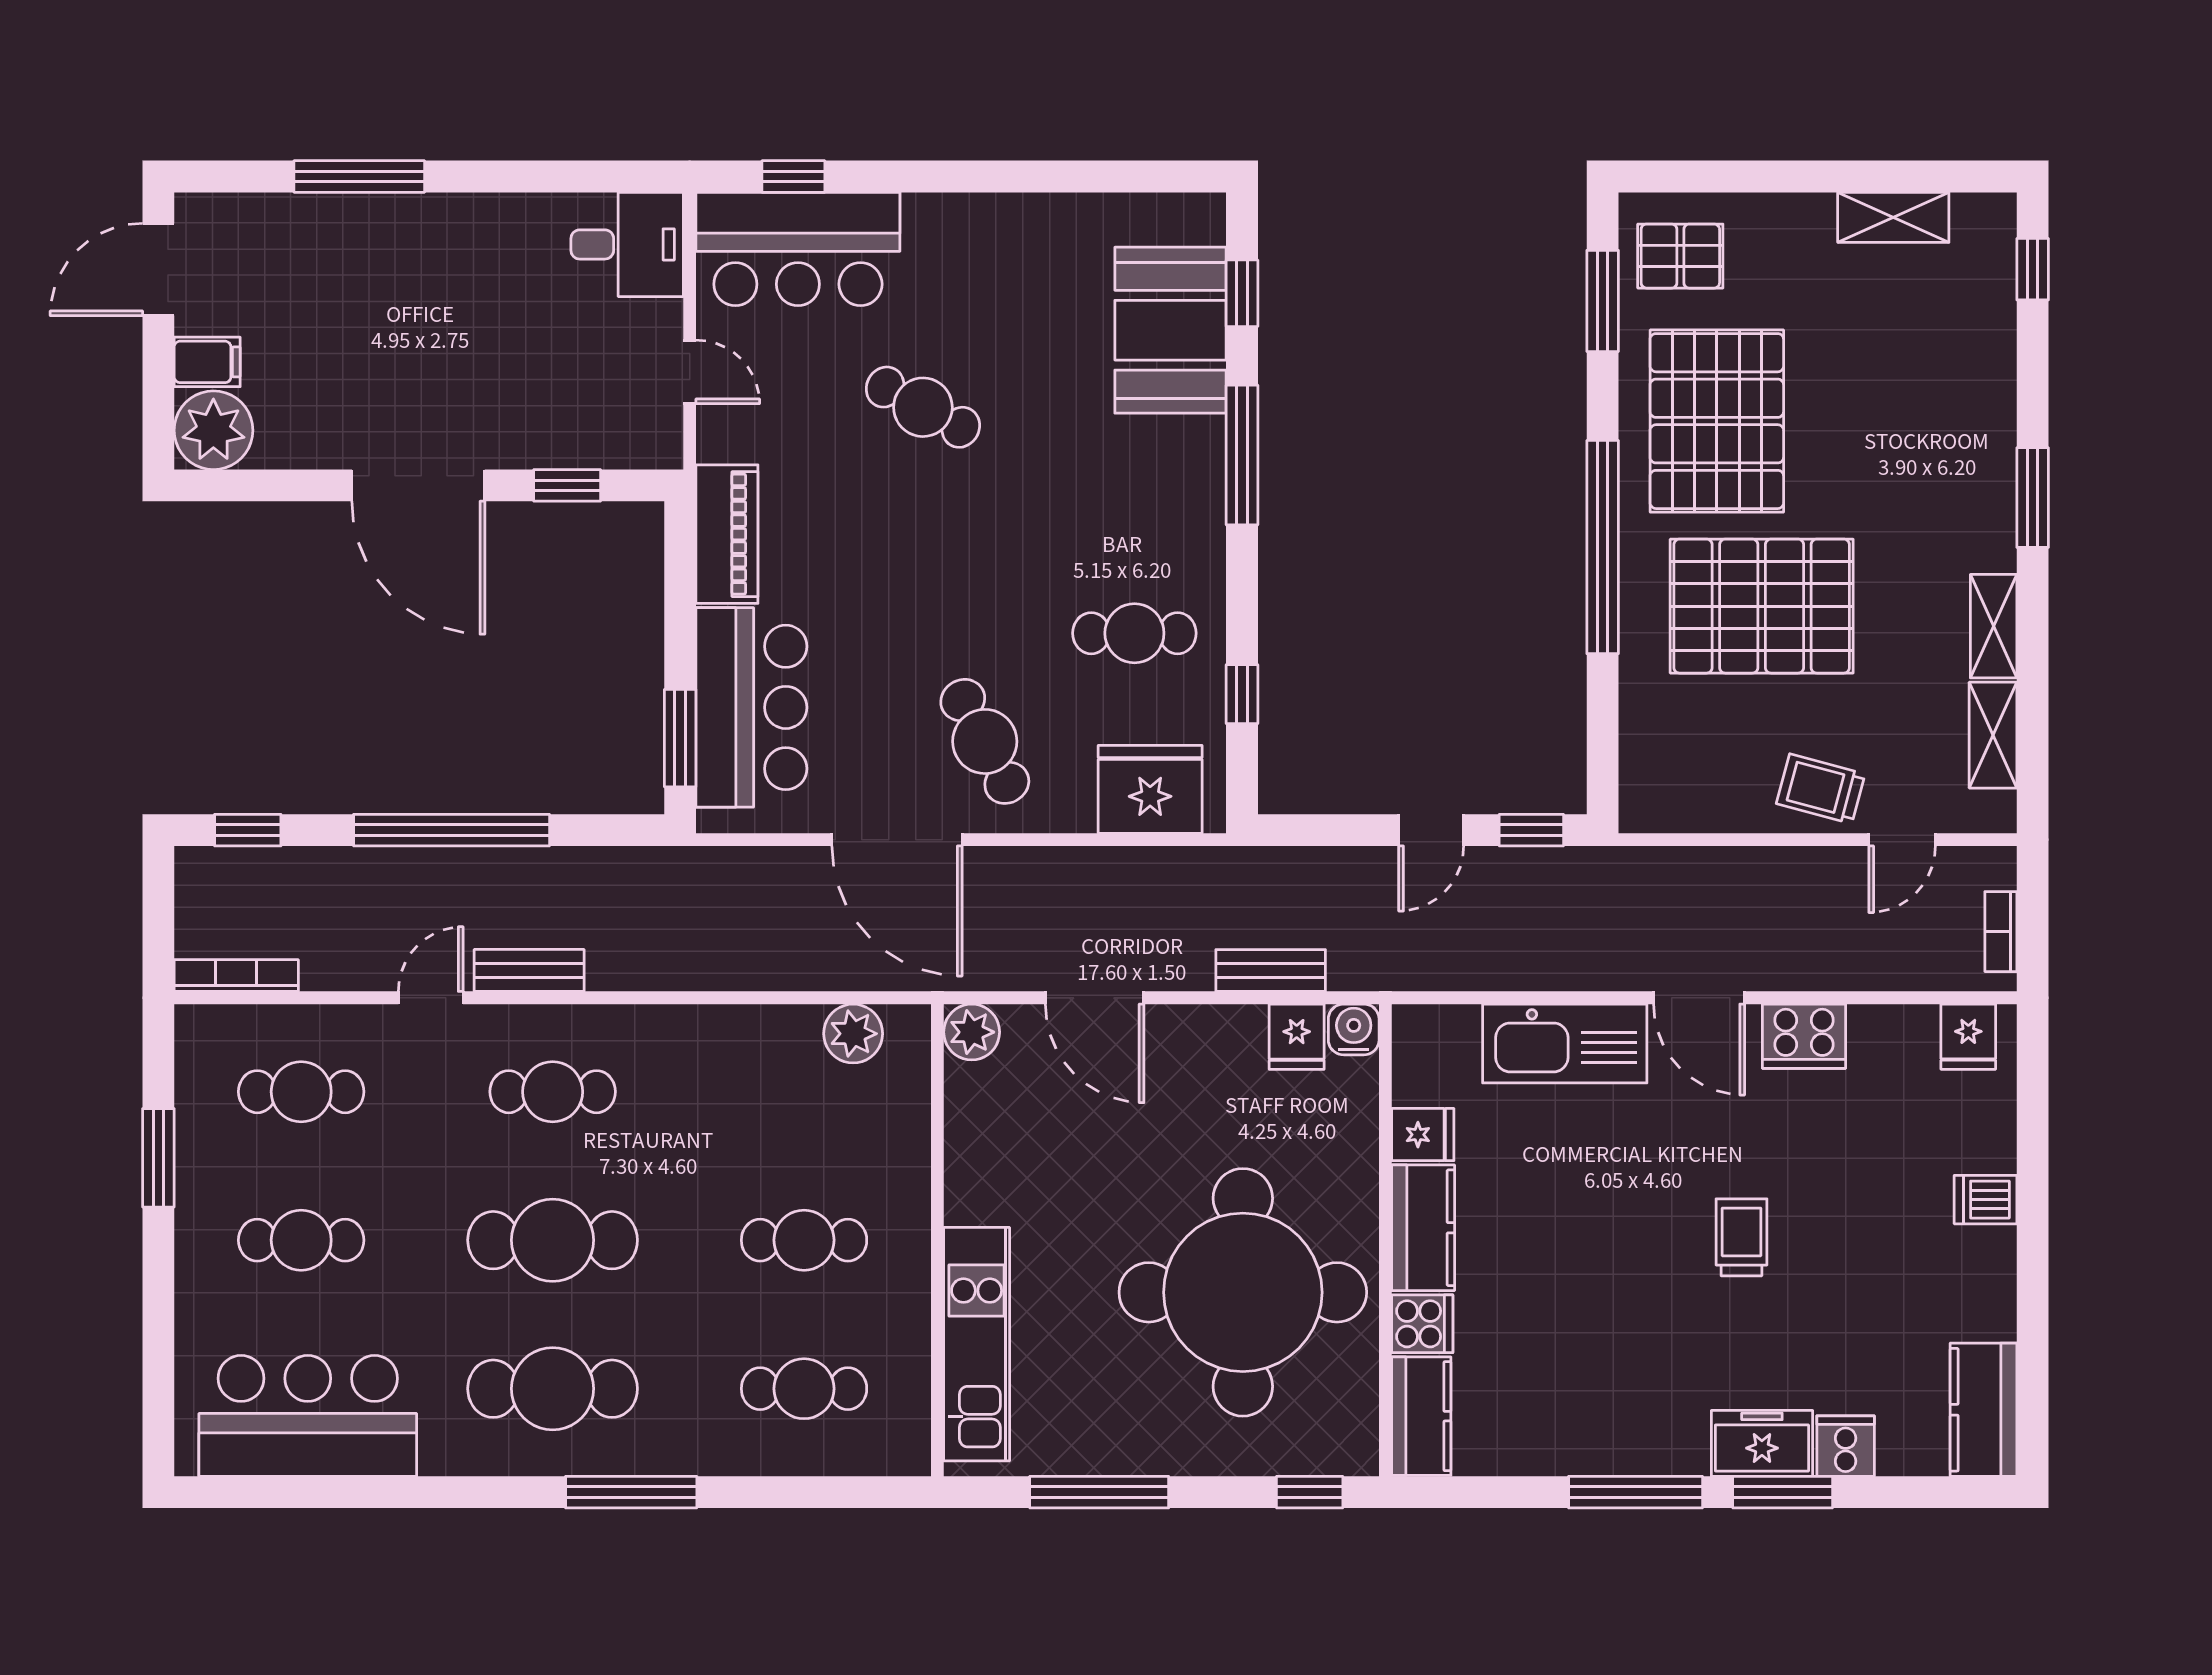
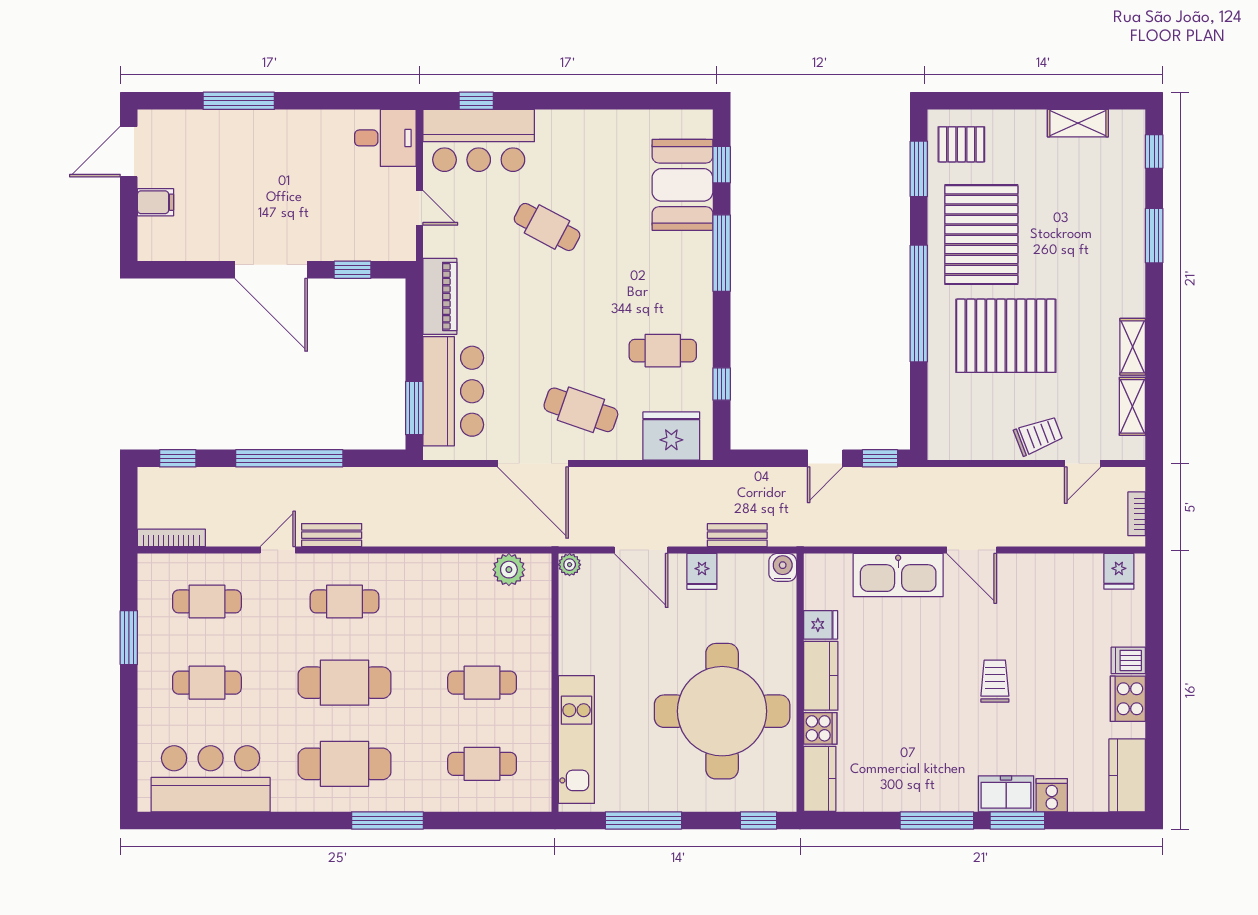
plant: (213, 430) -> (159, 240), removed
window: (2033, 498) -> (1154, 236), moved
cafe table: (985, 741) -> (581, 410), turned -43
trolley: (1821, 789) -> (1038, 436), turned 144
plant: (972, 1032) -> (570, 565), width x0.73, depth x0.73
cooker: (1804, 1036) -> (1128, 699), moved, turned 90
fridge: (1297, 1037) -> (702, 571), moved

